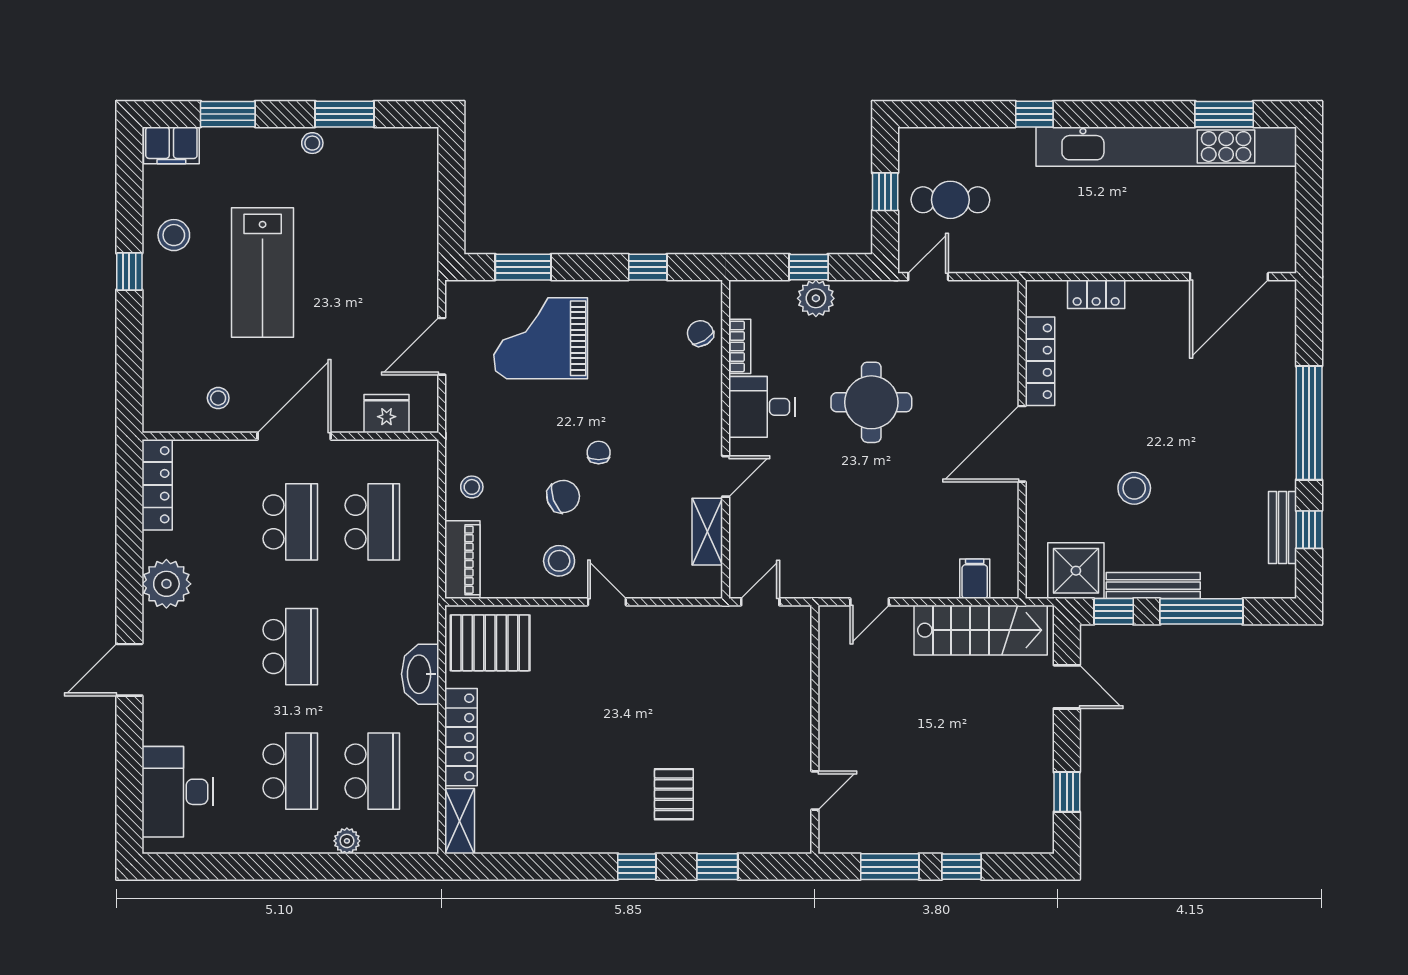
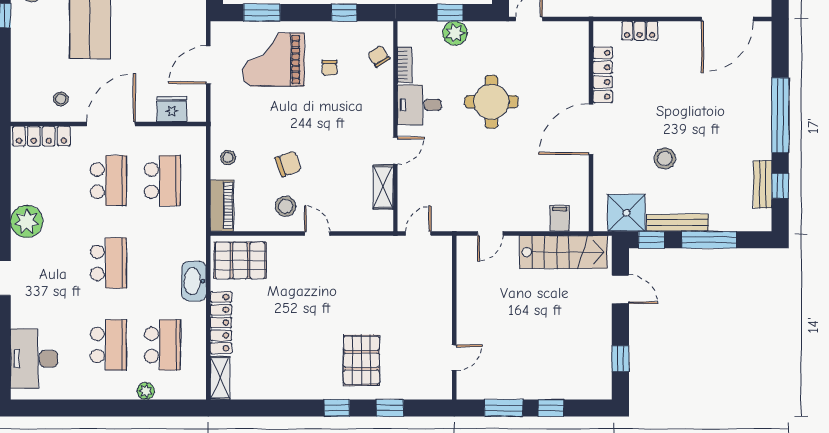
chair: (599, 452) -> (329, 68), moved, turned 180
locker: (157, 485) -> (41, 136), moved, turned 90
pallet: (674, 794) -> (361, 360), width x1.50, depth x1.42

